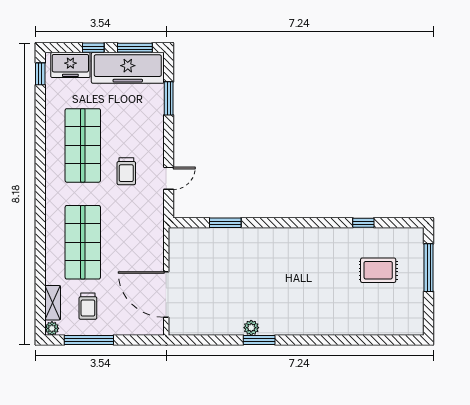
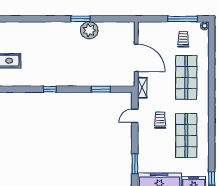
window: (363, 223) -> (50, 89), moved
door: (166, 295) -> (136, 58), moved
shelving: (53, 303) -> (142, 88), moved
plant: (251, 328) -> (89, 30), width x1.88, depth x1.88

